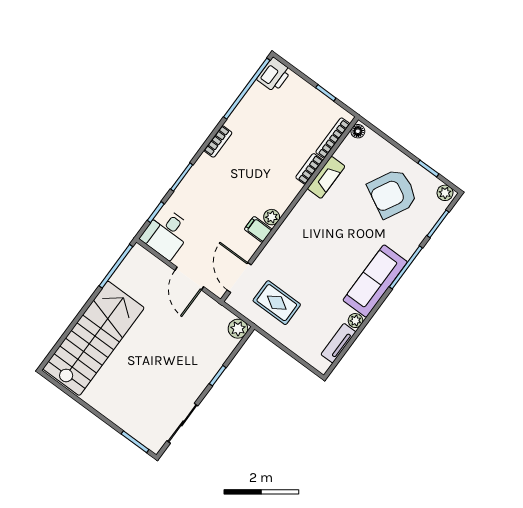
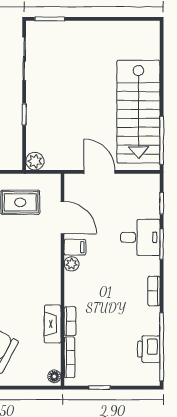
printer: (274, 75) -> (149, 349), moved
desk: (167, 233) -> (140, 237), moved, turned 90
door: (239, 278) -> (62, 218), moved
stairs: (93, 338) -> (138, 112), moved

